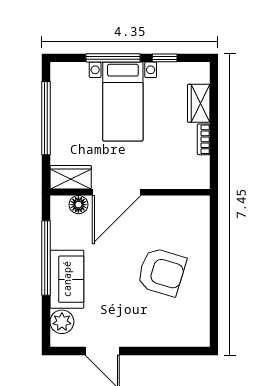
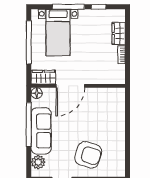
bed with nightstands: (123, 101) -> (58, 32), moved
floor lamp: (78, 205) -> (37, 93), moved
armchair: (162, 272) -> (88, 155), moved
sofa: (67, 279) -> (41, 131), width x1.36

